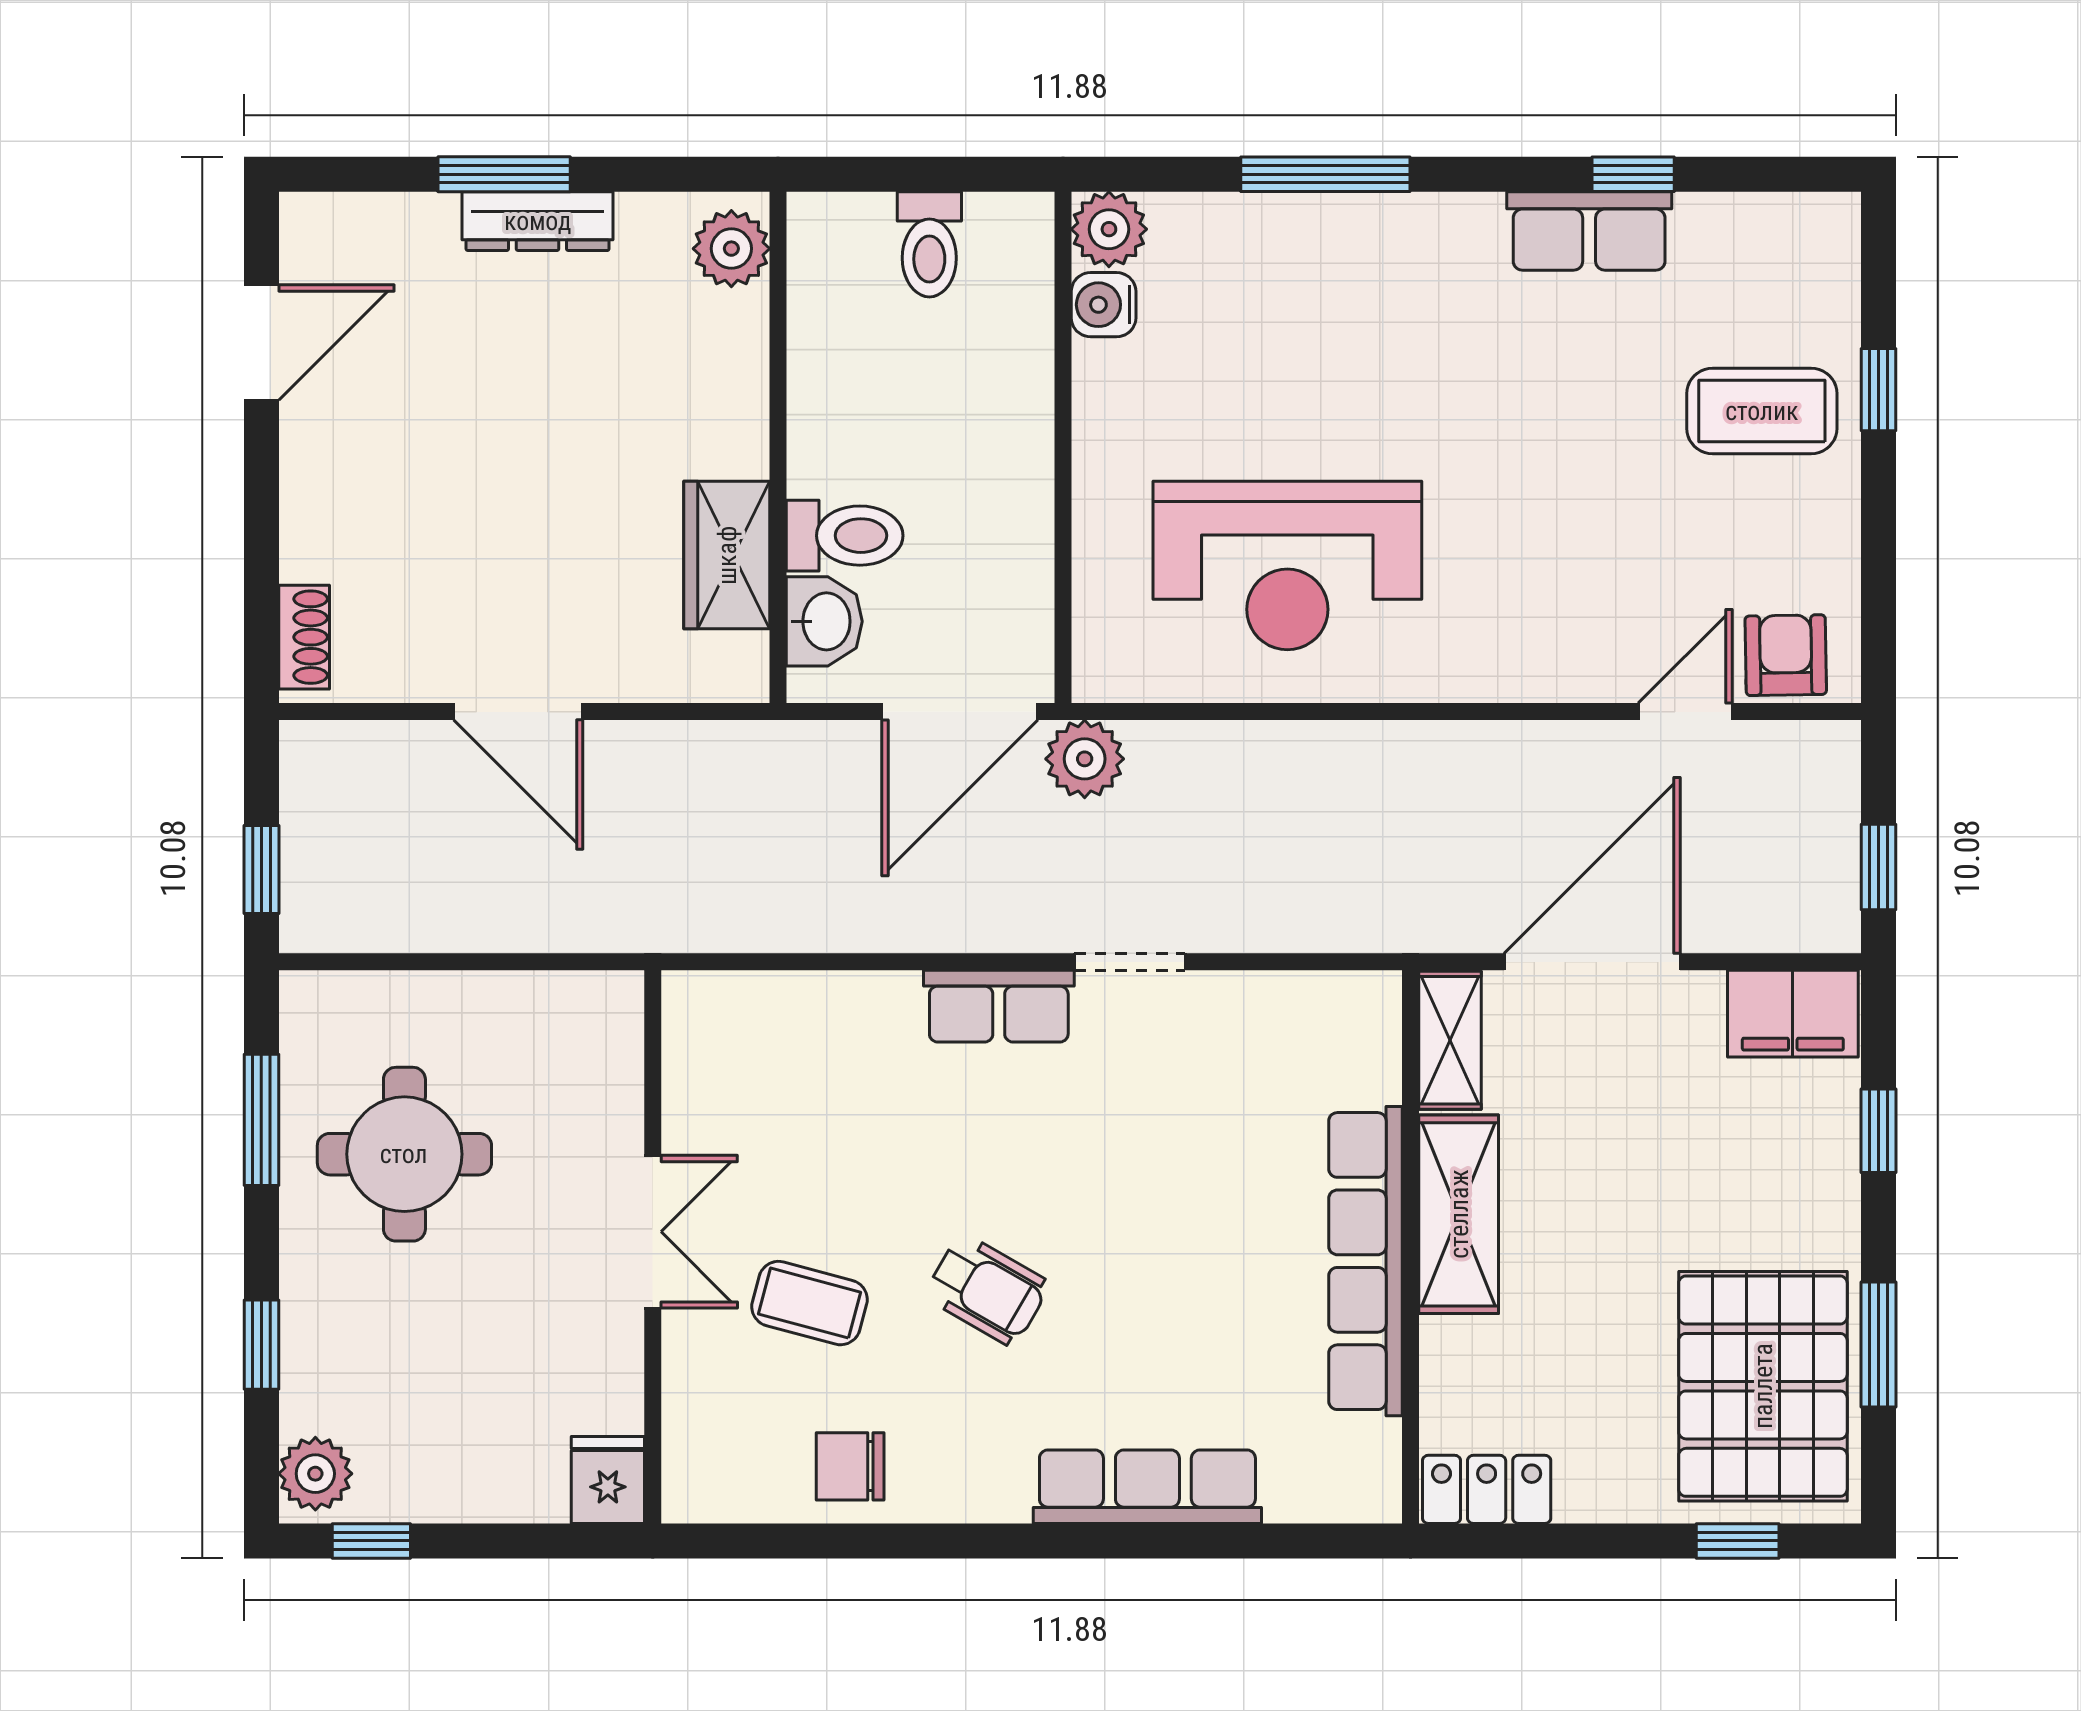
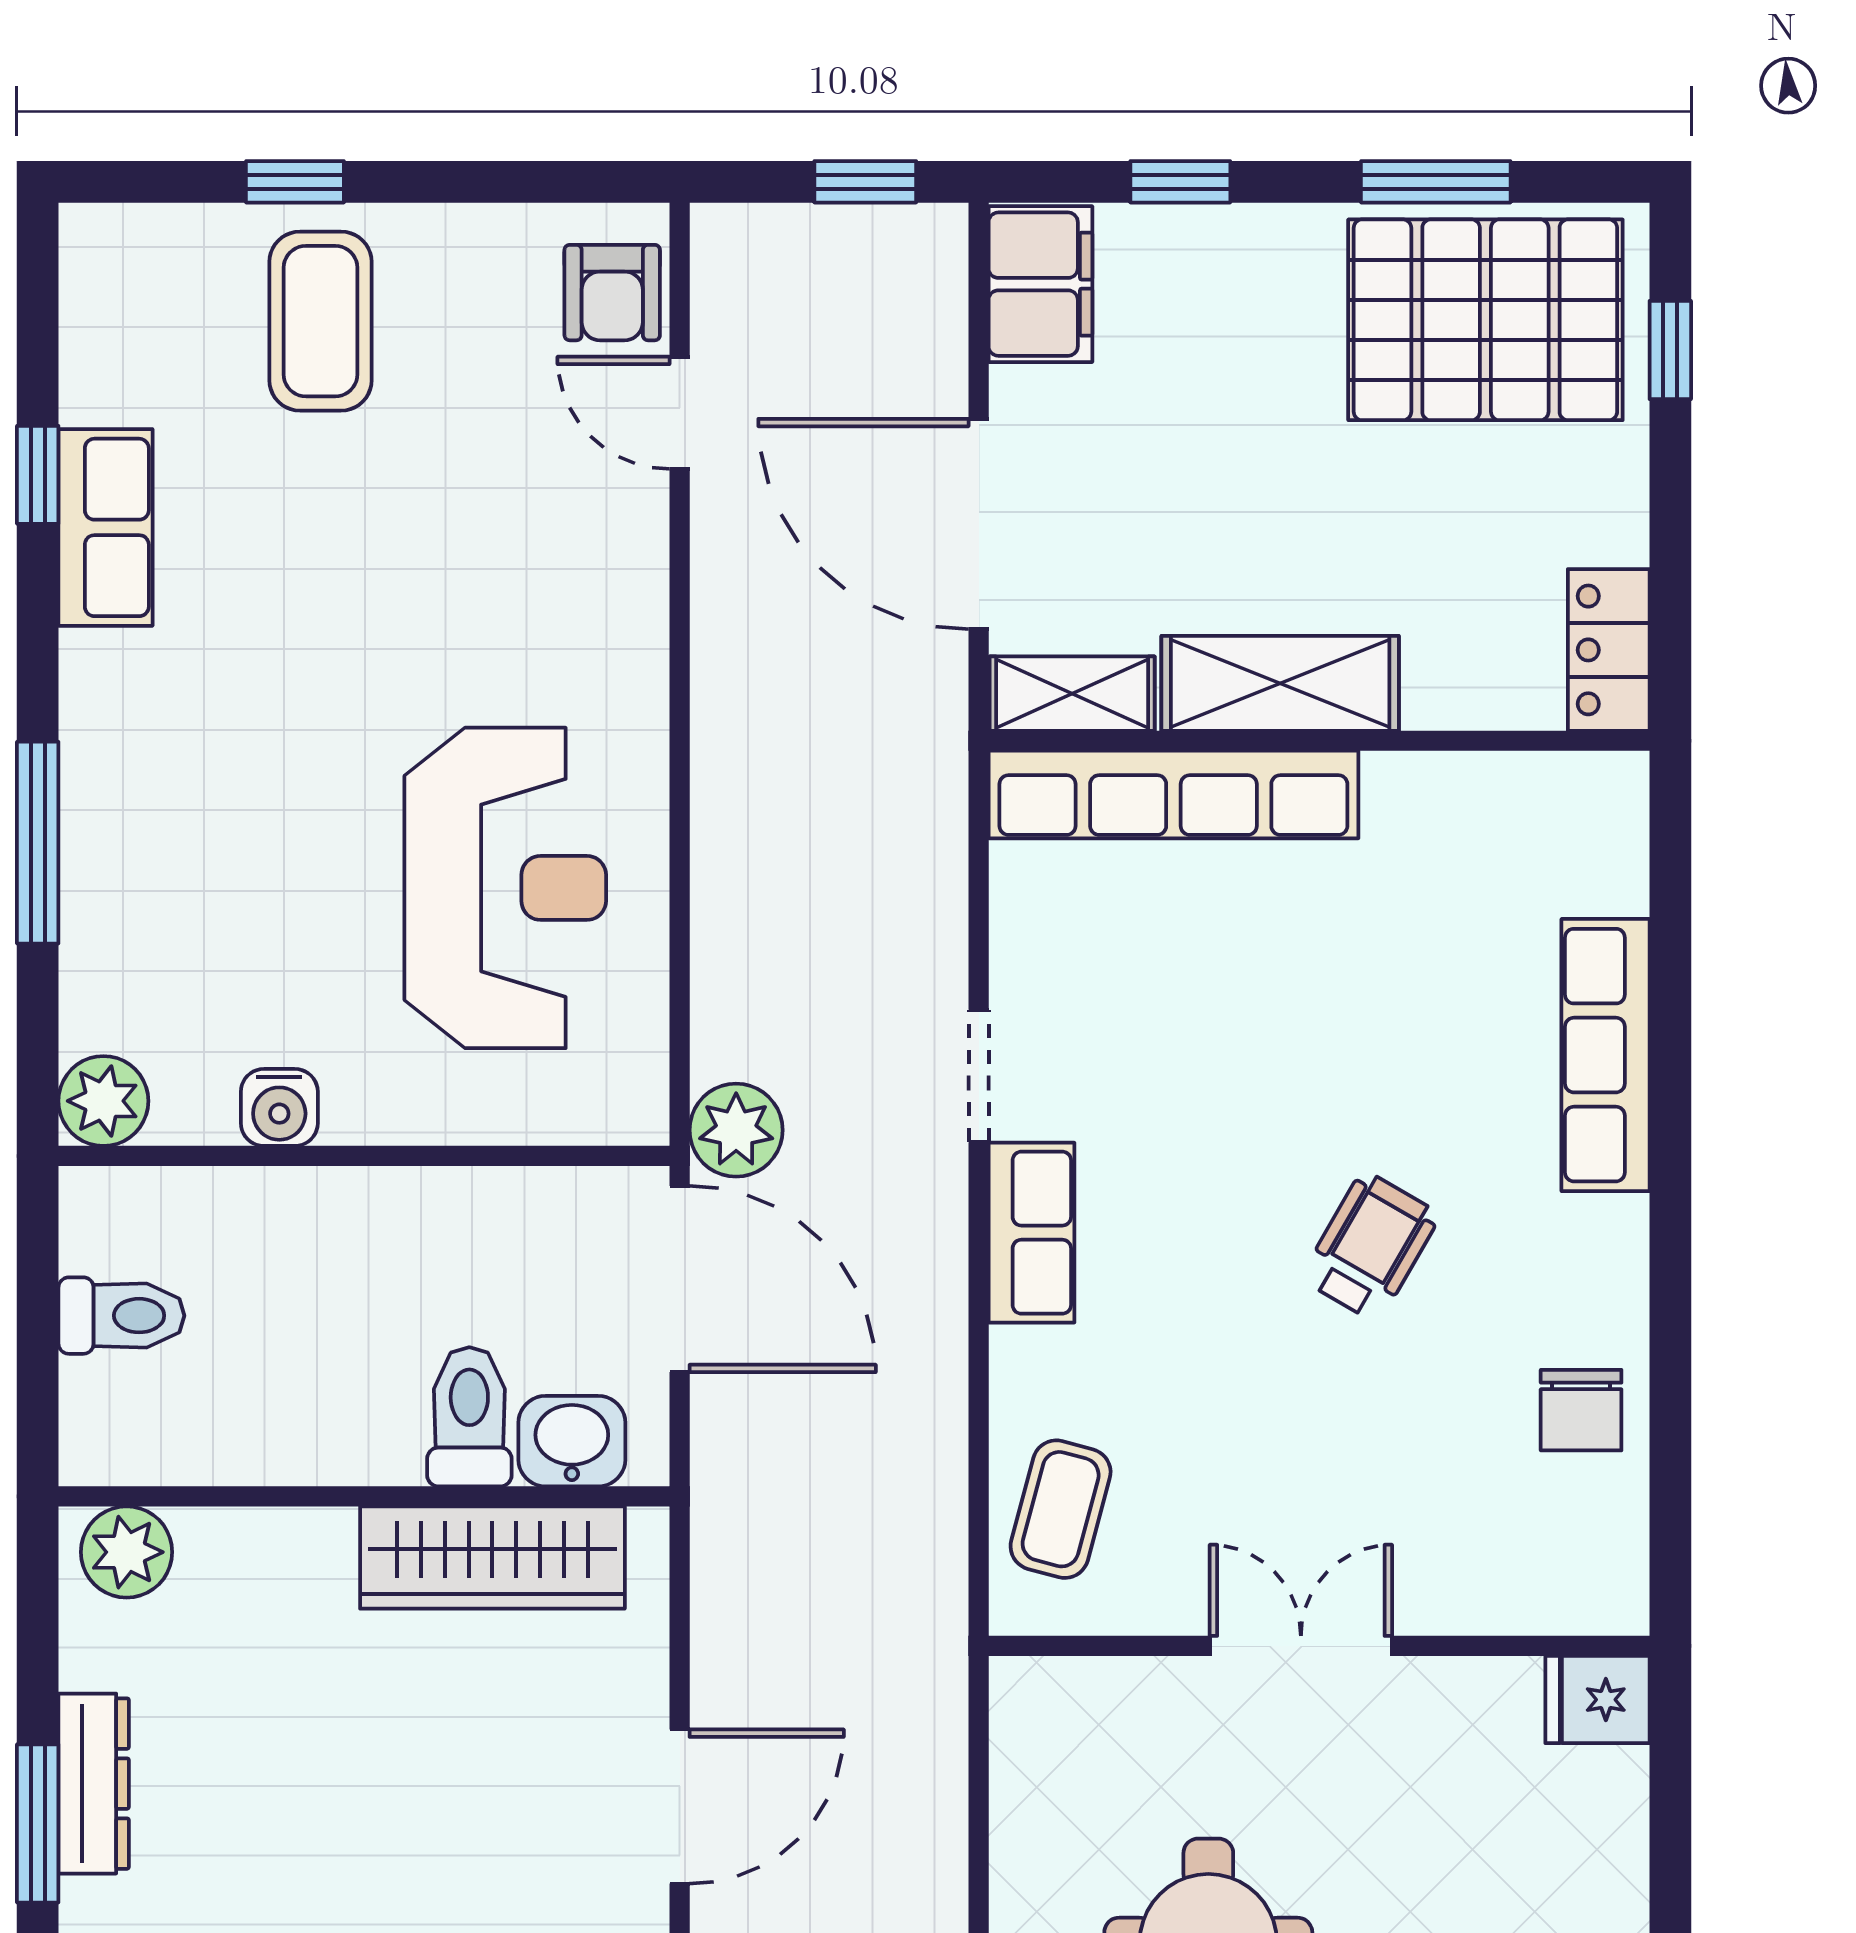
water cooler: (1104, 305) -> (279, 1107), moved
wardrobe: (727, 555) -> (492, 1558), width x1.50
armchair: (1786, 655) -> (612, 293), turned -89
row of seats: (1366, 1261) -> (1173, 795), moved
coffee table: (809, 1303) -> (1061, 1509), moved

